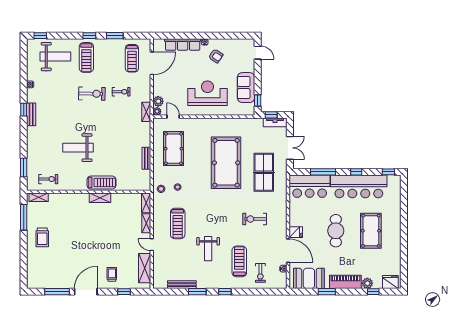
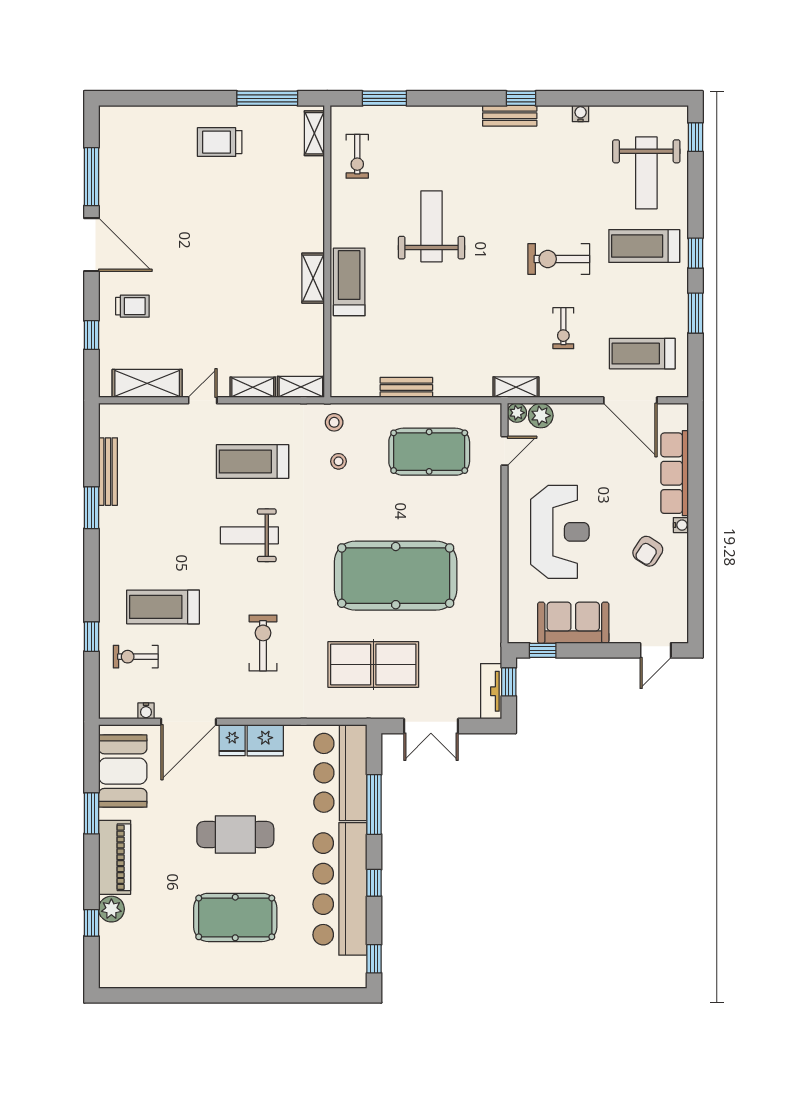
exercise bike: (92, 94) -> (559, 259), turned 89
treadmill: (102, 182) -> (349, 282), turned 180
weight bench: (208, 249) -> (249, 535), moved
treadmill: (239, 261) -> (163, 607), turned 180
fridge: (390, 282) -> (265, 740), moved, turned 90
window: (225, 292) -> (91, 637), moved

